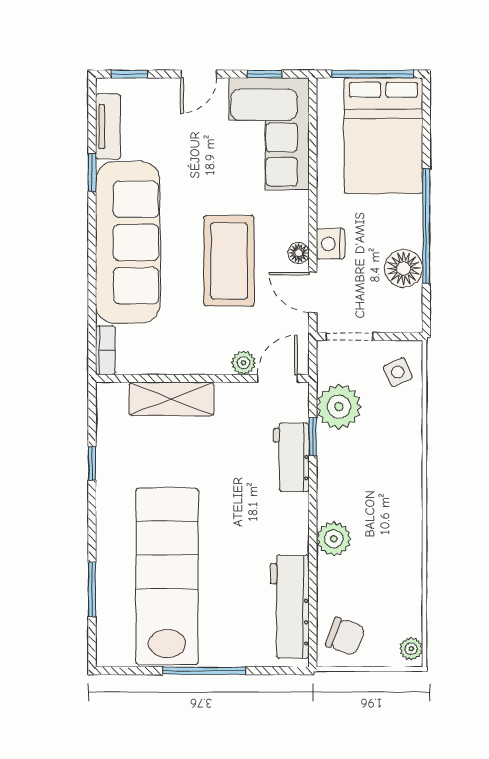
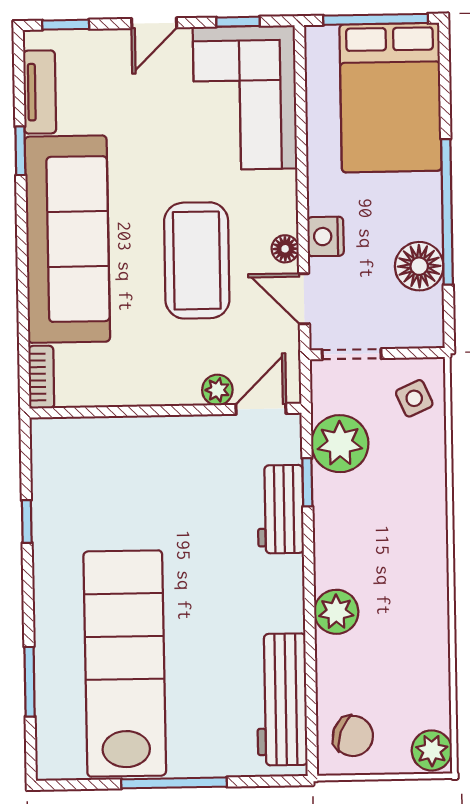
shelving: (171, 399) -> (126, 437), removed
plant: (411, 649) -> (432, 750), width x1.38, depth x1.38

